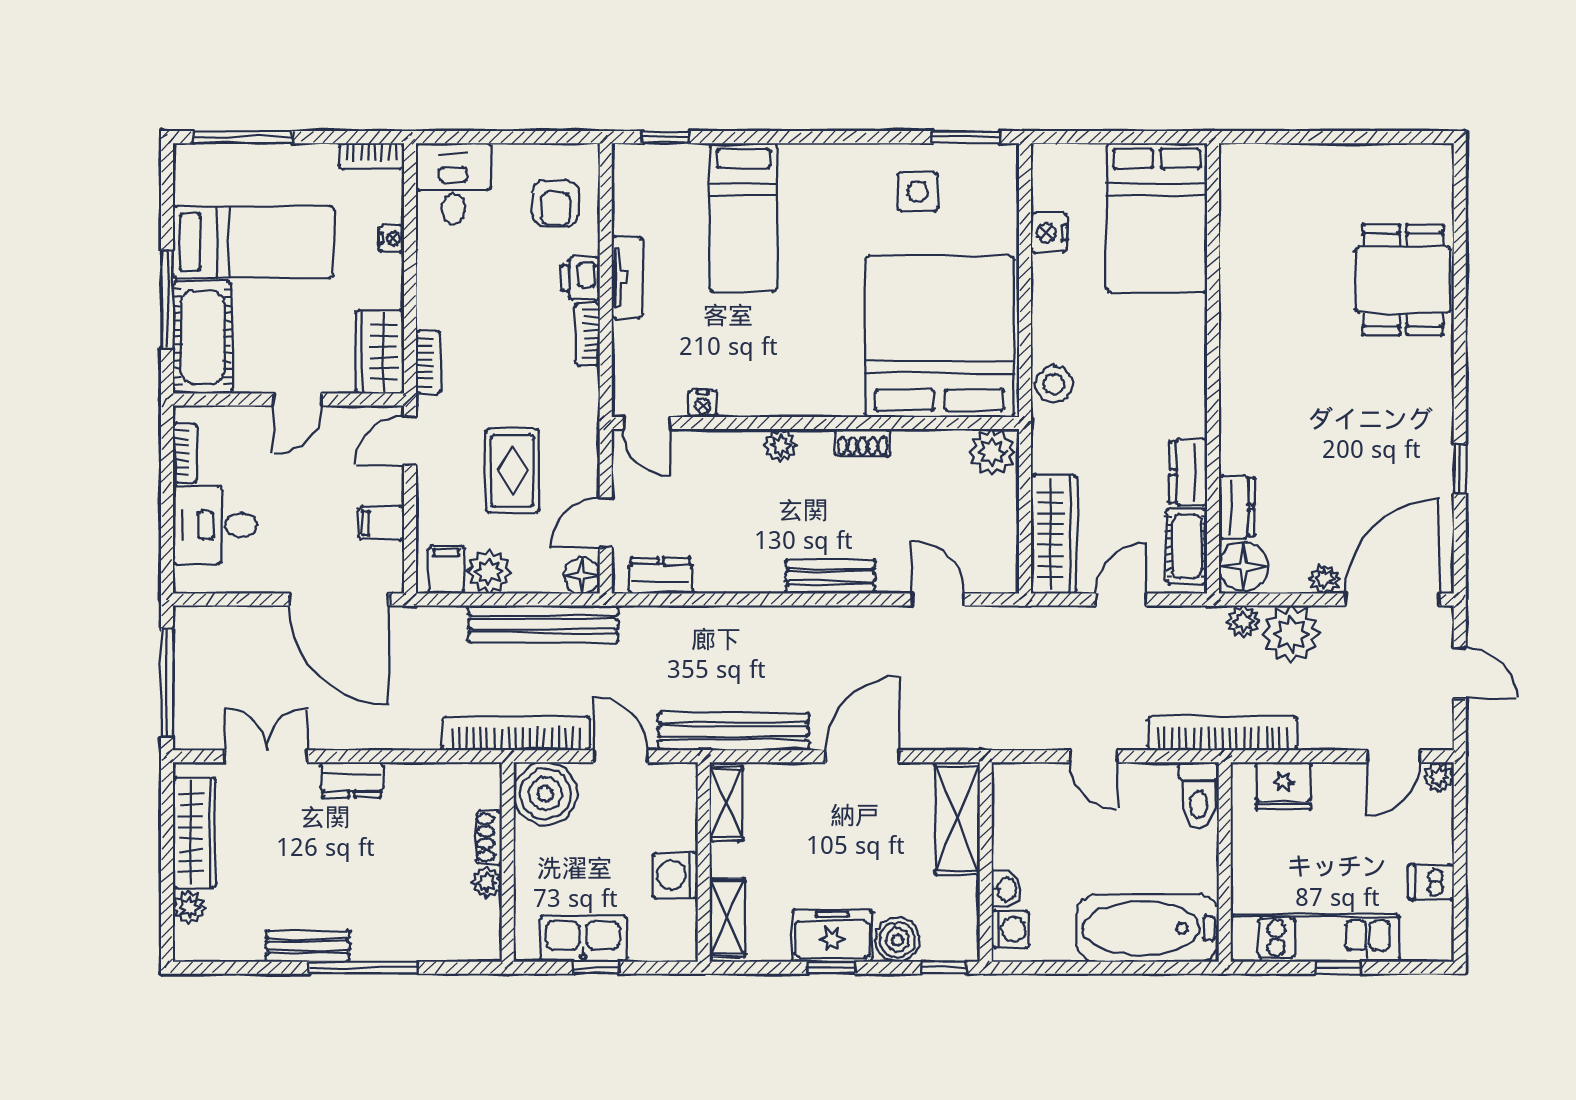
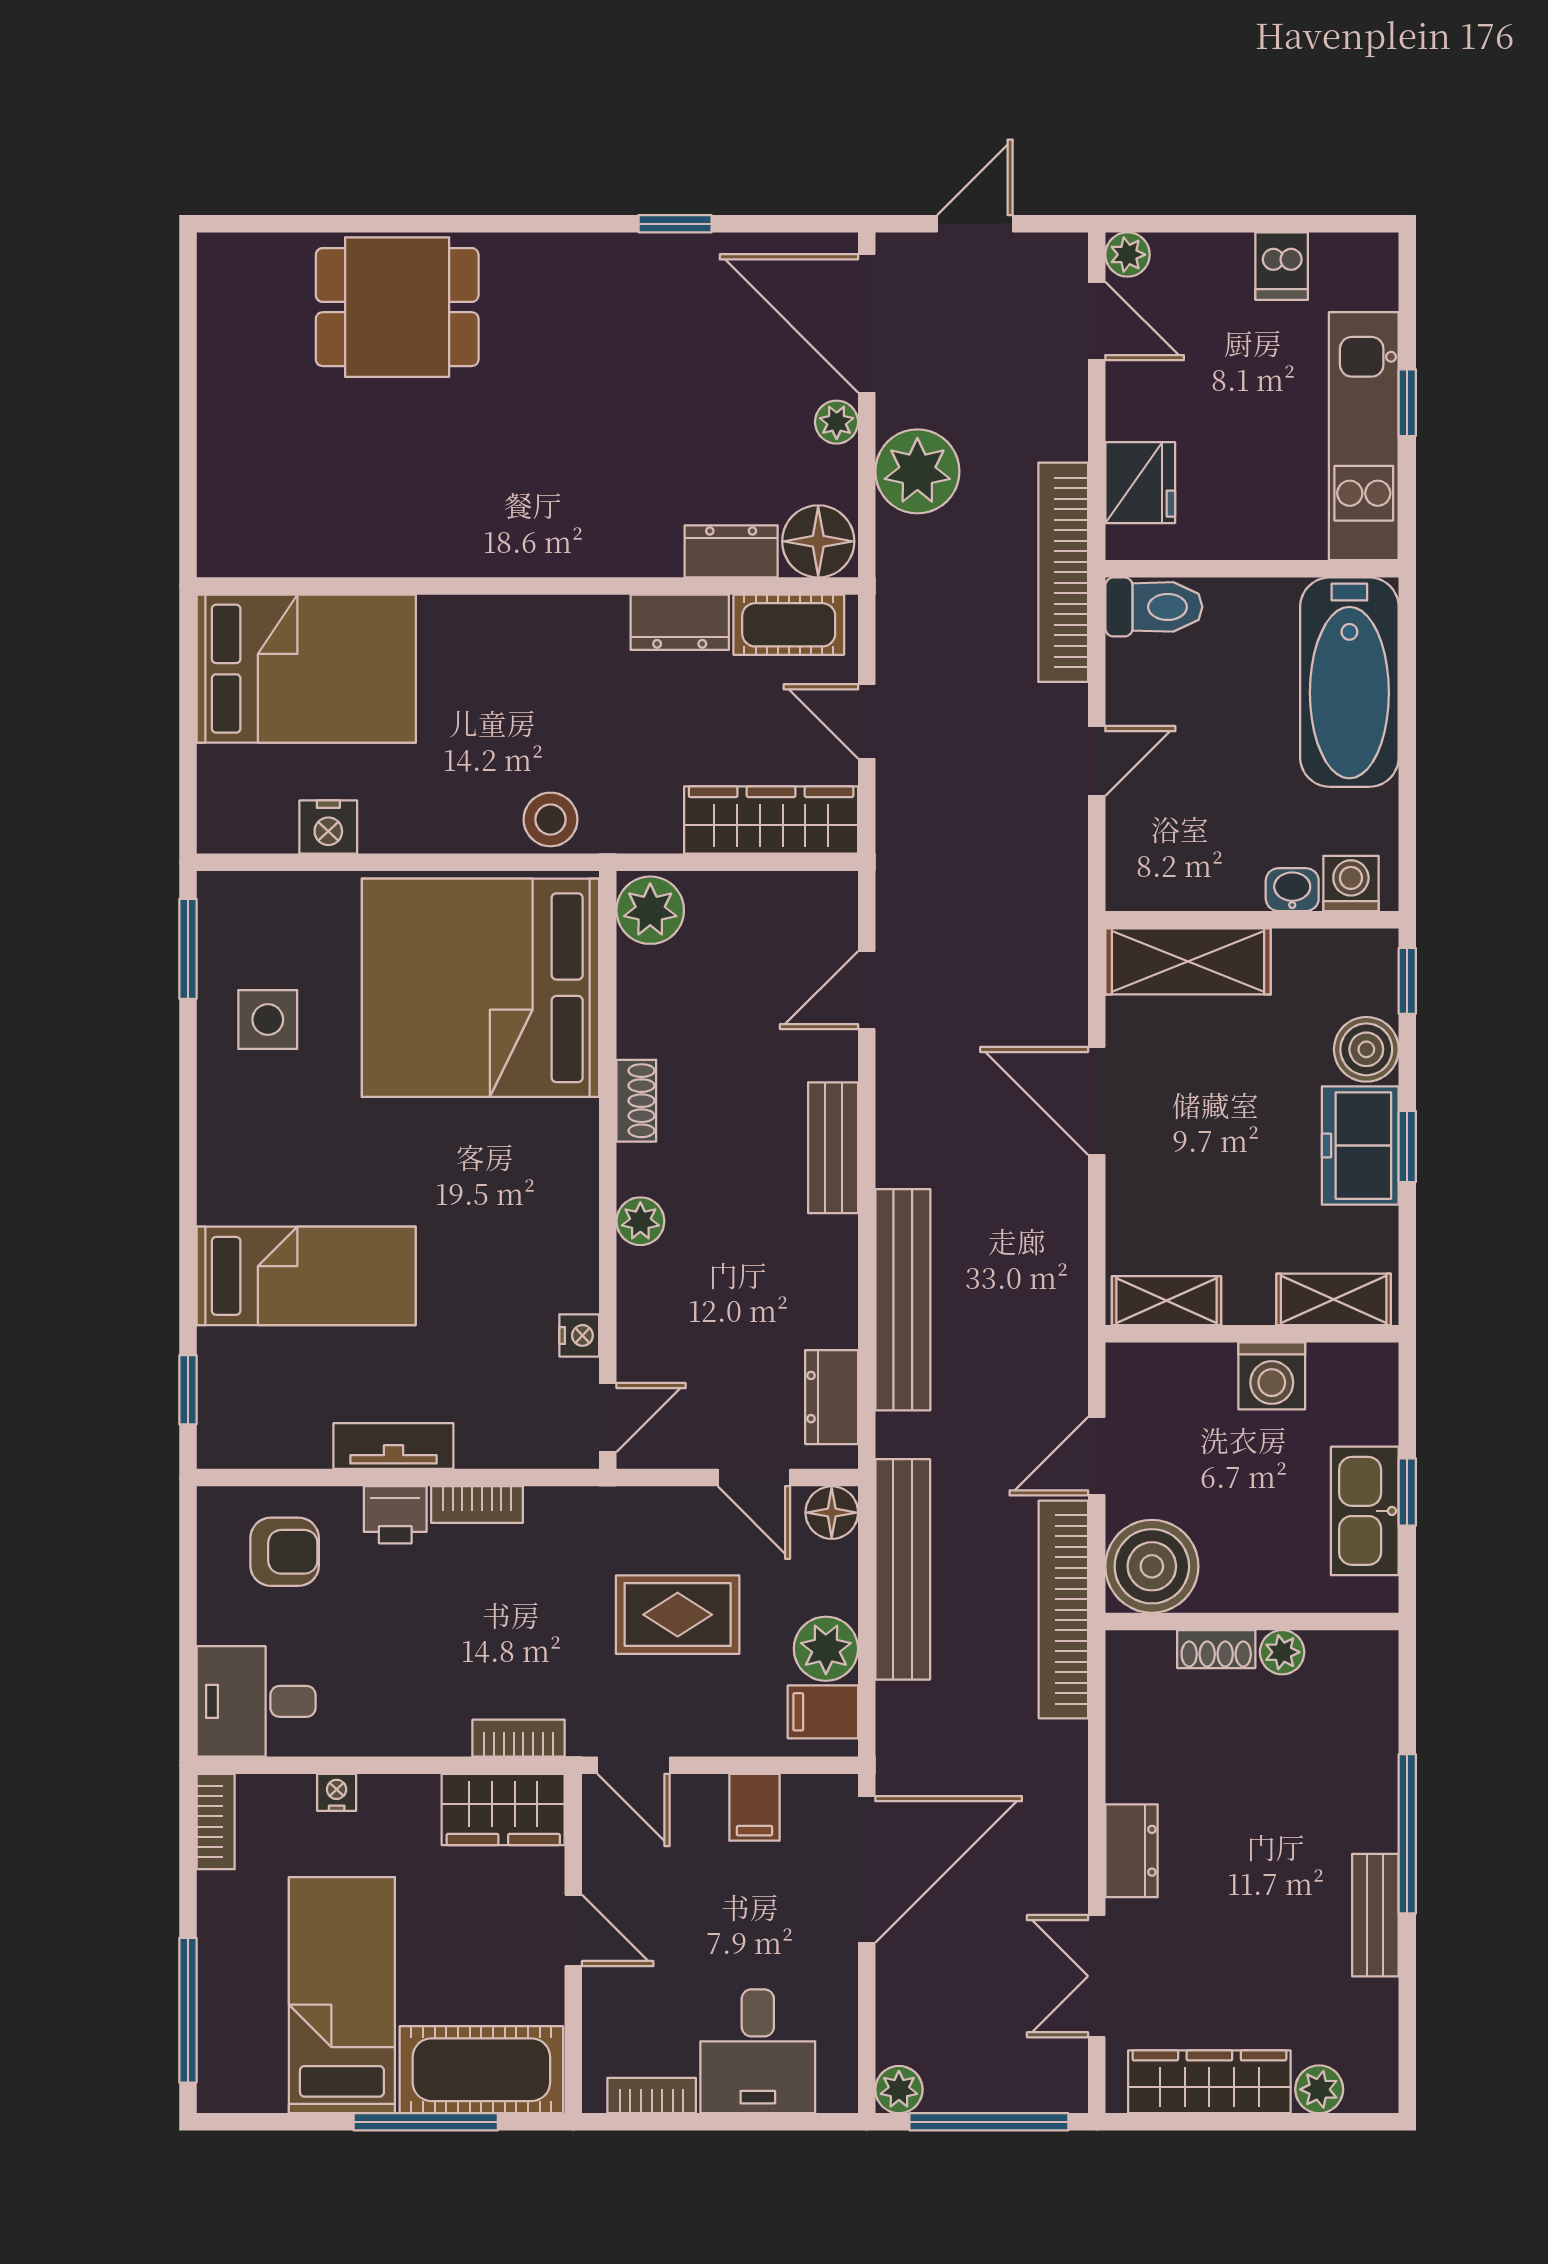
plant: (1243, 621) -> (899, 2090), moved
bench: (734, 732) -> (903, 1300), moved

